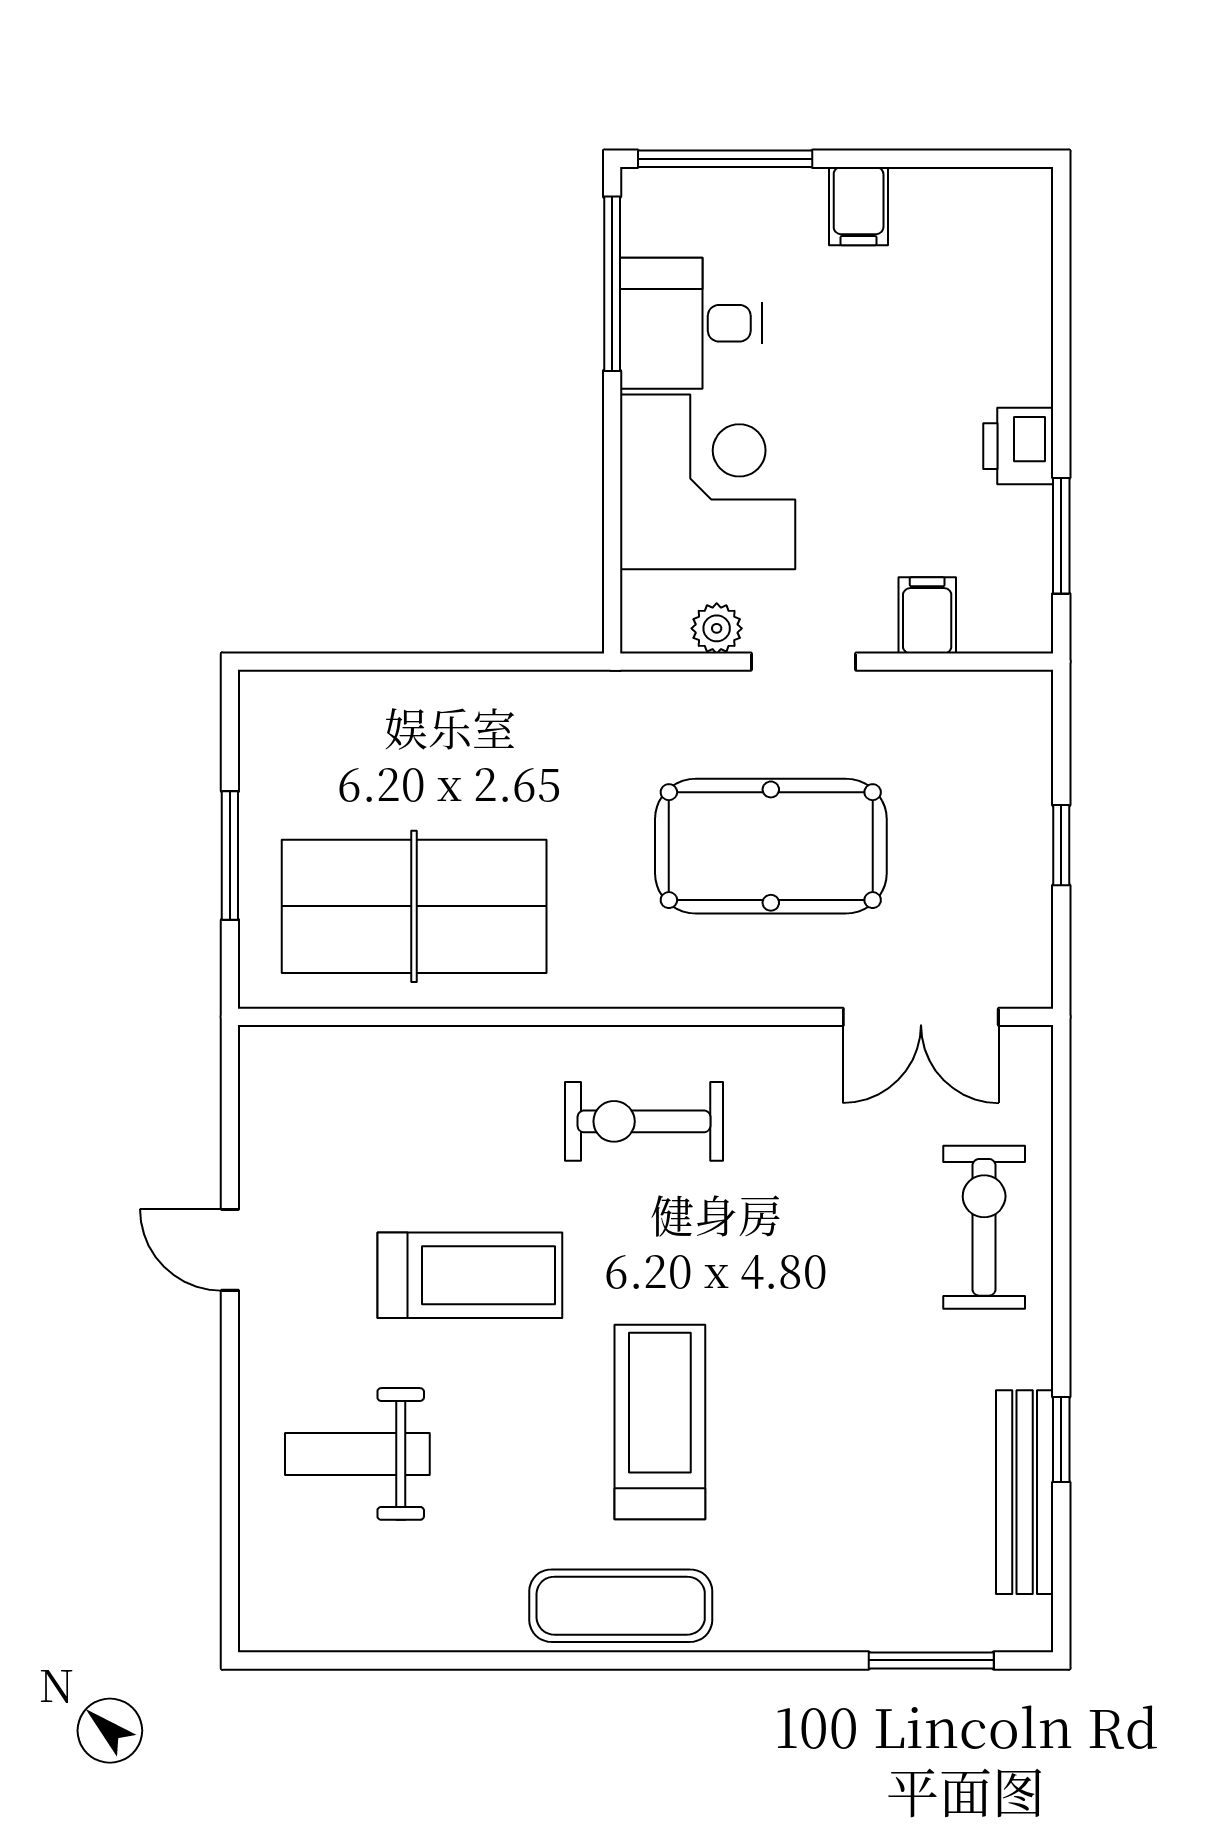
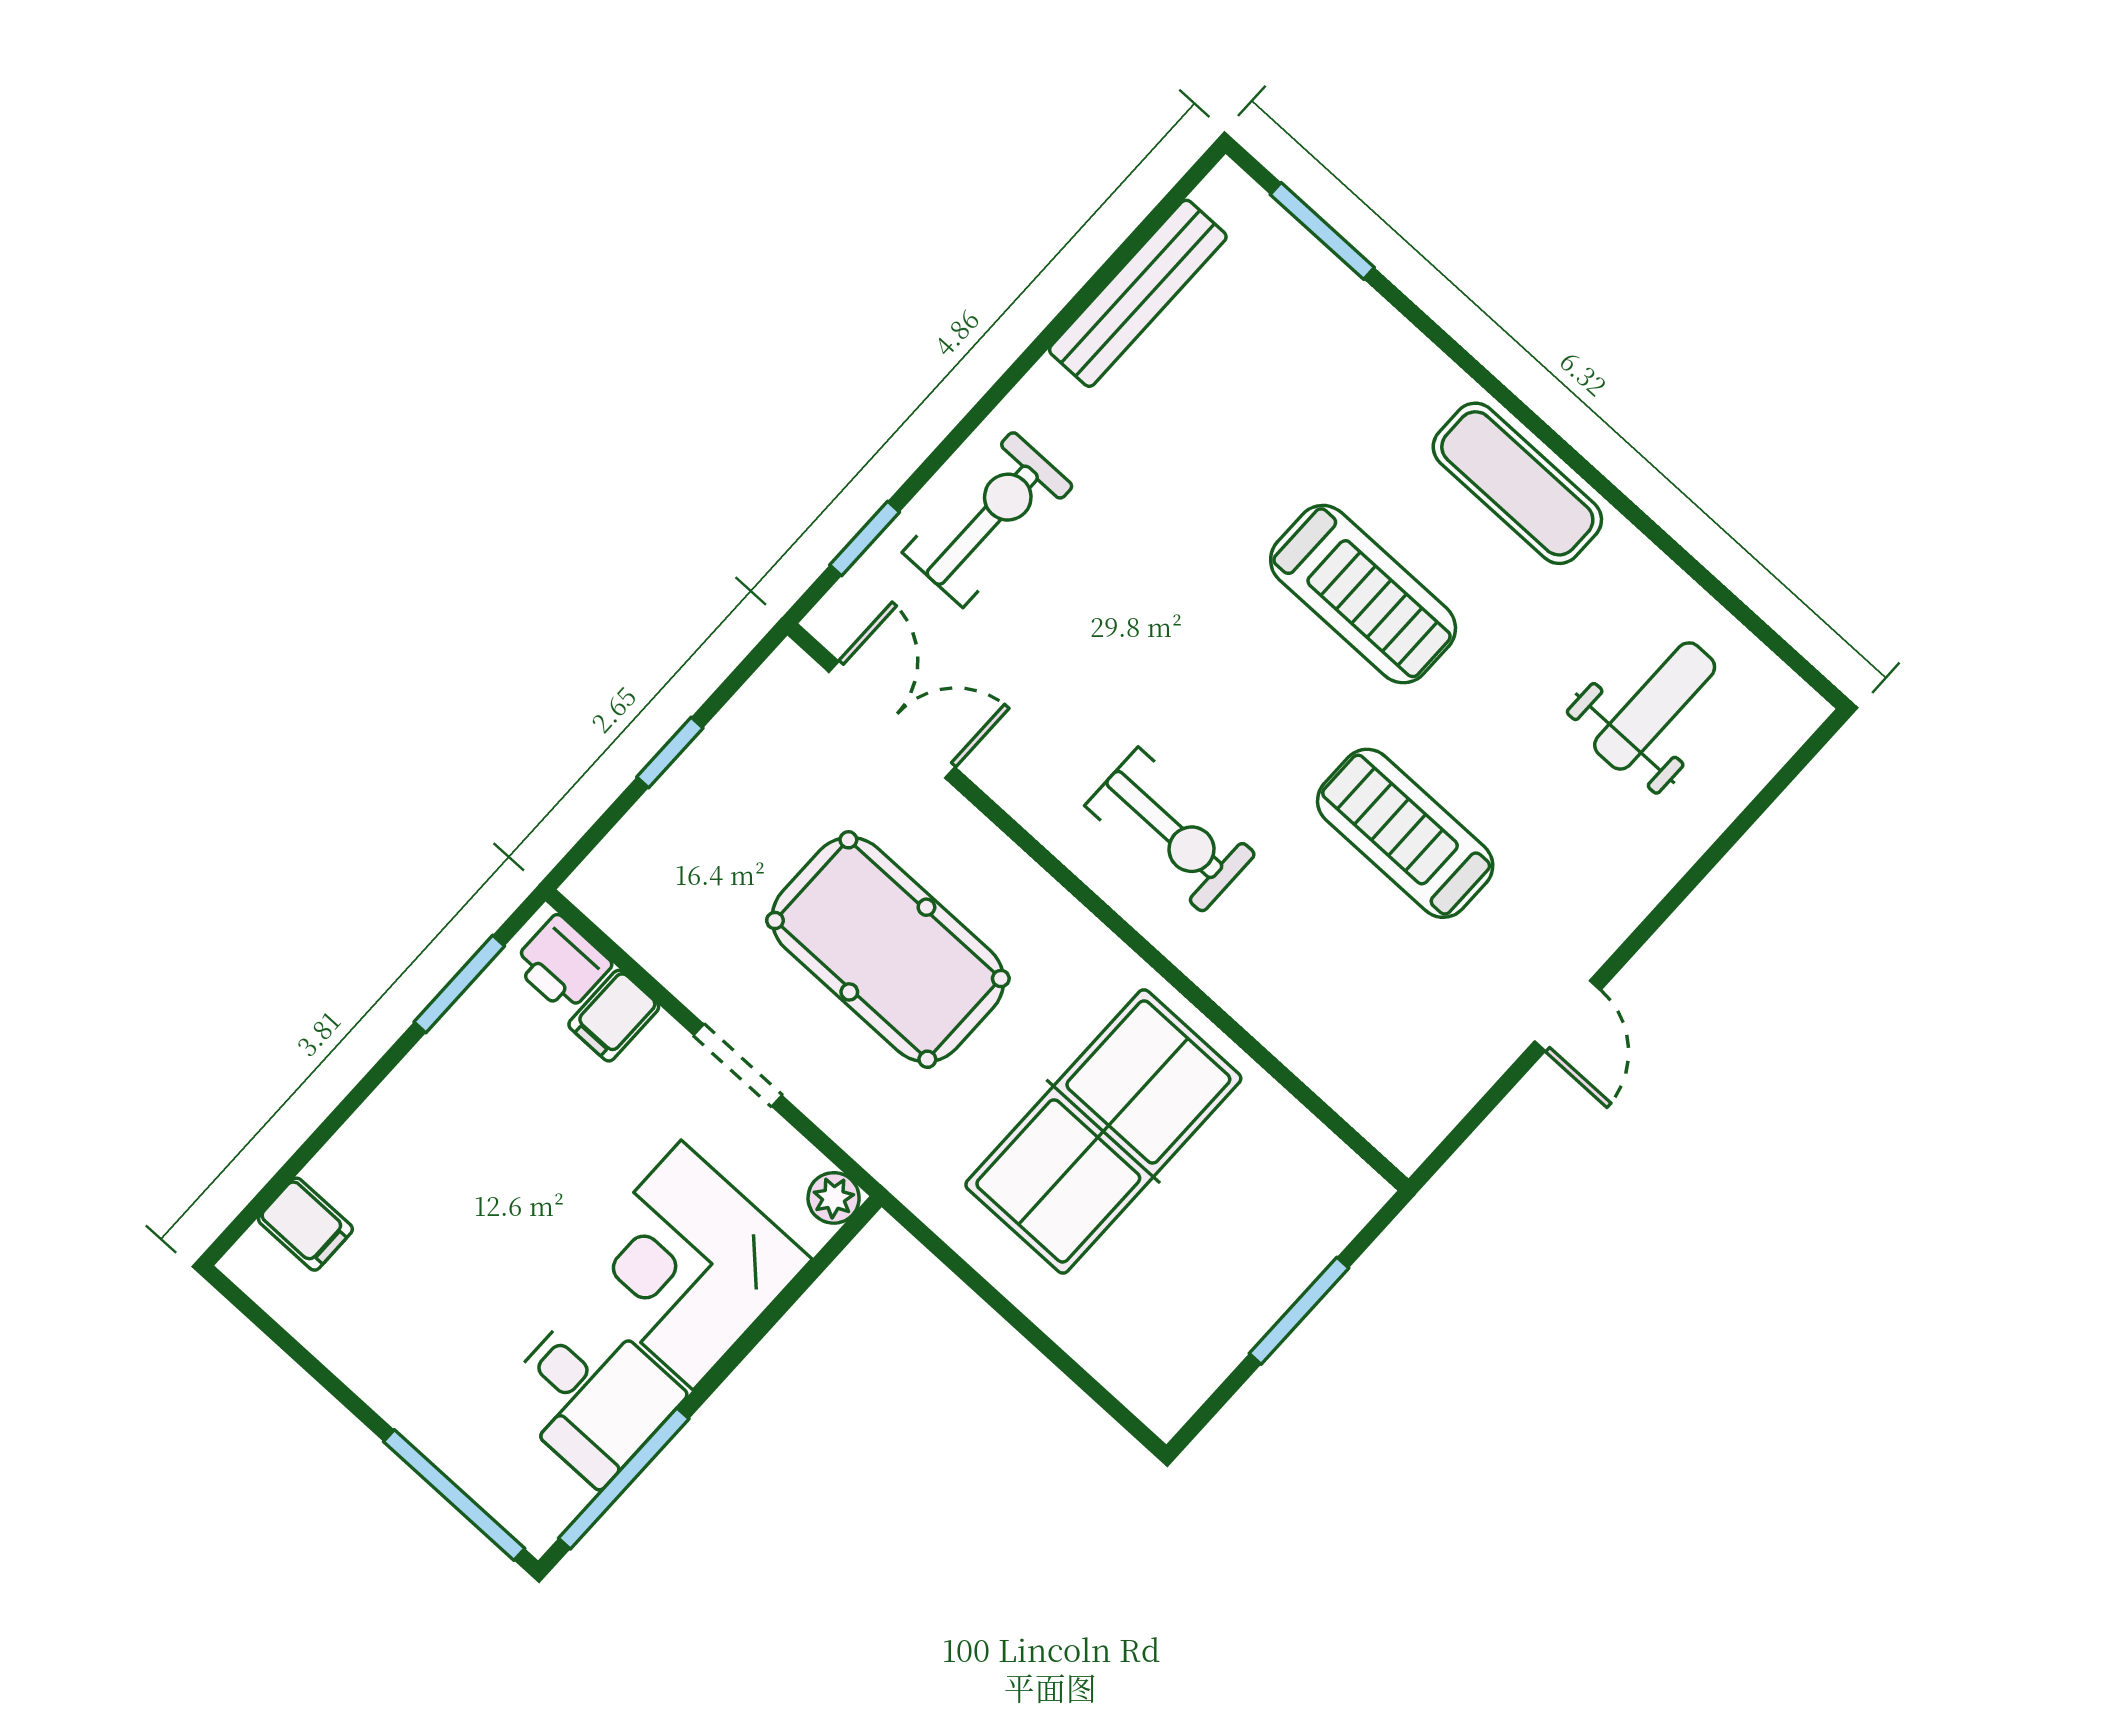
filing cabinet: (859, 206) -> (305, 1224), moved, turned 90
printer: (1018, 446) -> (562, 964), moved, turned 90
plant: (717, 628) -> (834, 1198), moved
table tennis table: (414, 906) -> (1103, 1131), moved, turned 90
exercise bike: (984, 1227) -> (988, 519), turned 180
treadmill: (660, 1422) -> (1363, 594), turned -90
window: (1061, 1440) -> (865, 539), moved
weight bench: (357, 1454) -> (1655, 706), moved, turned -90

